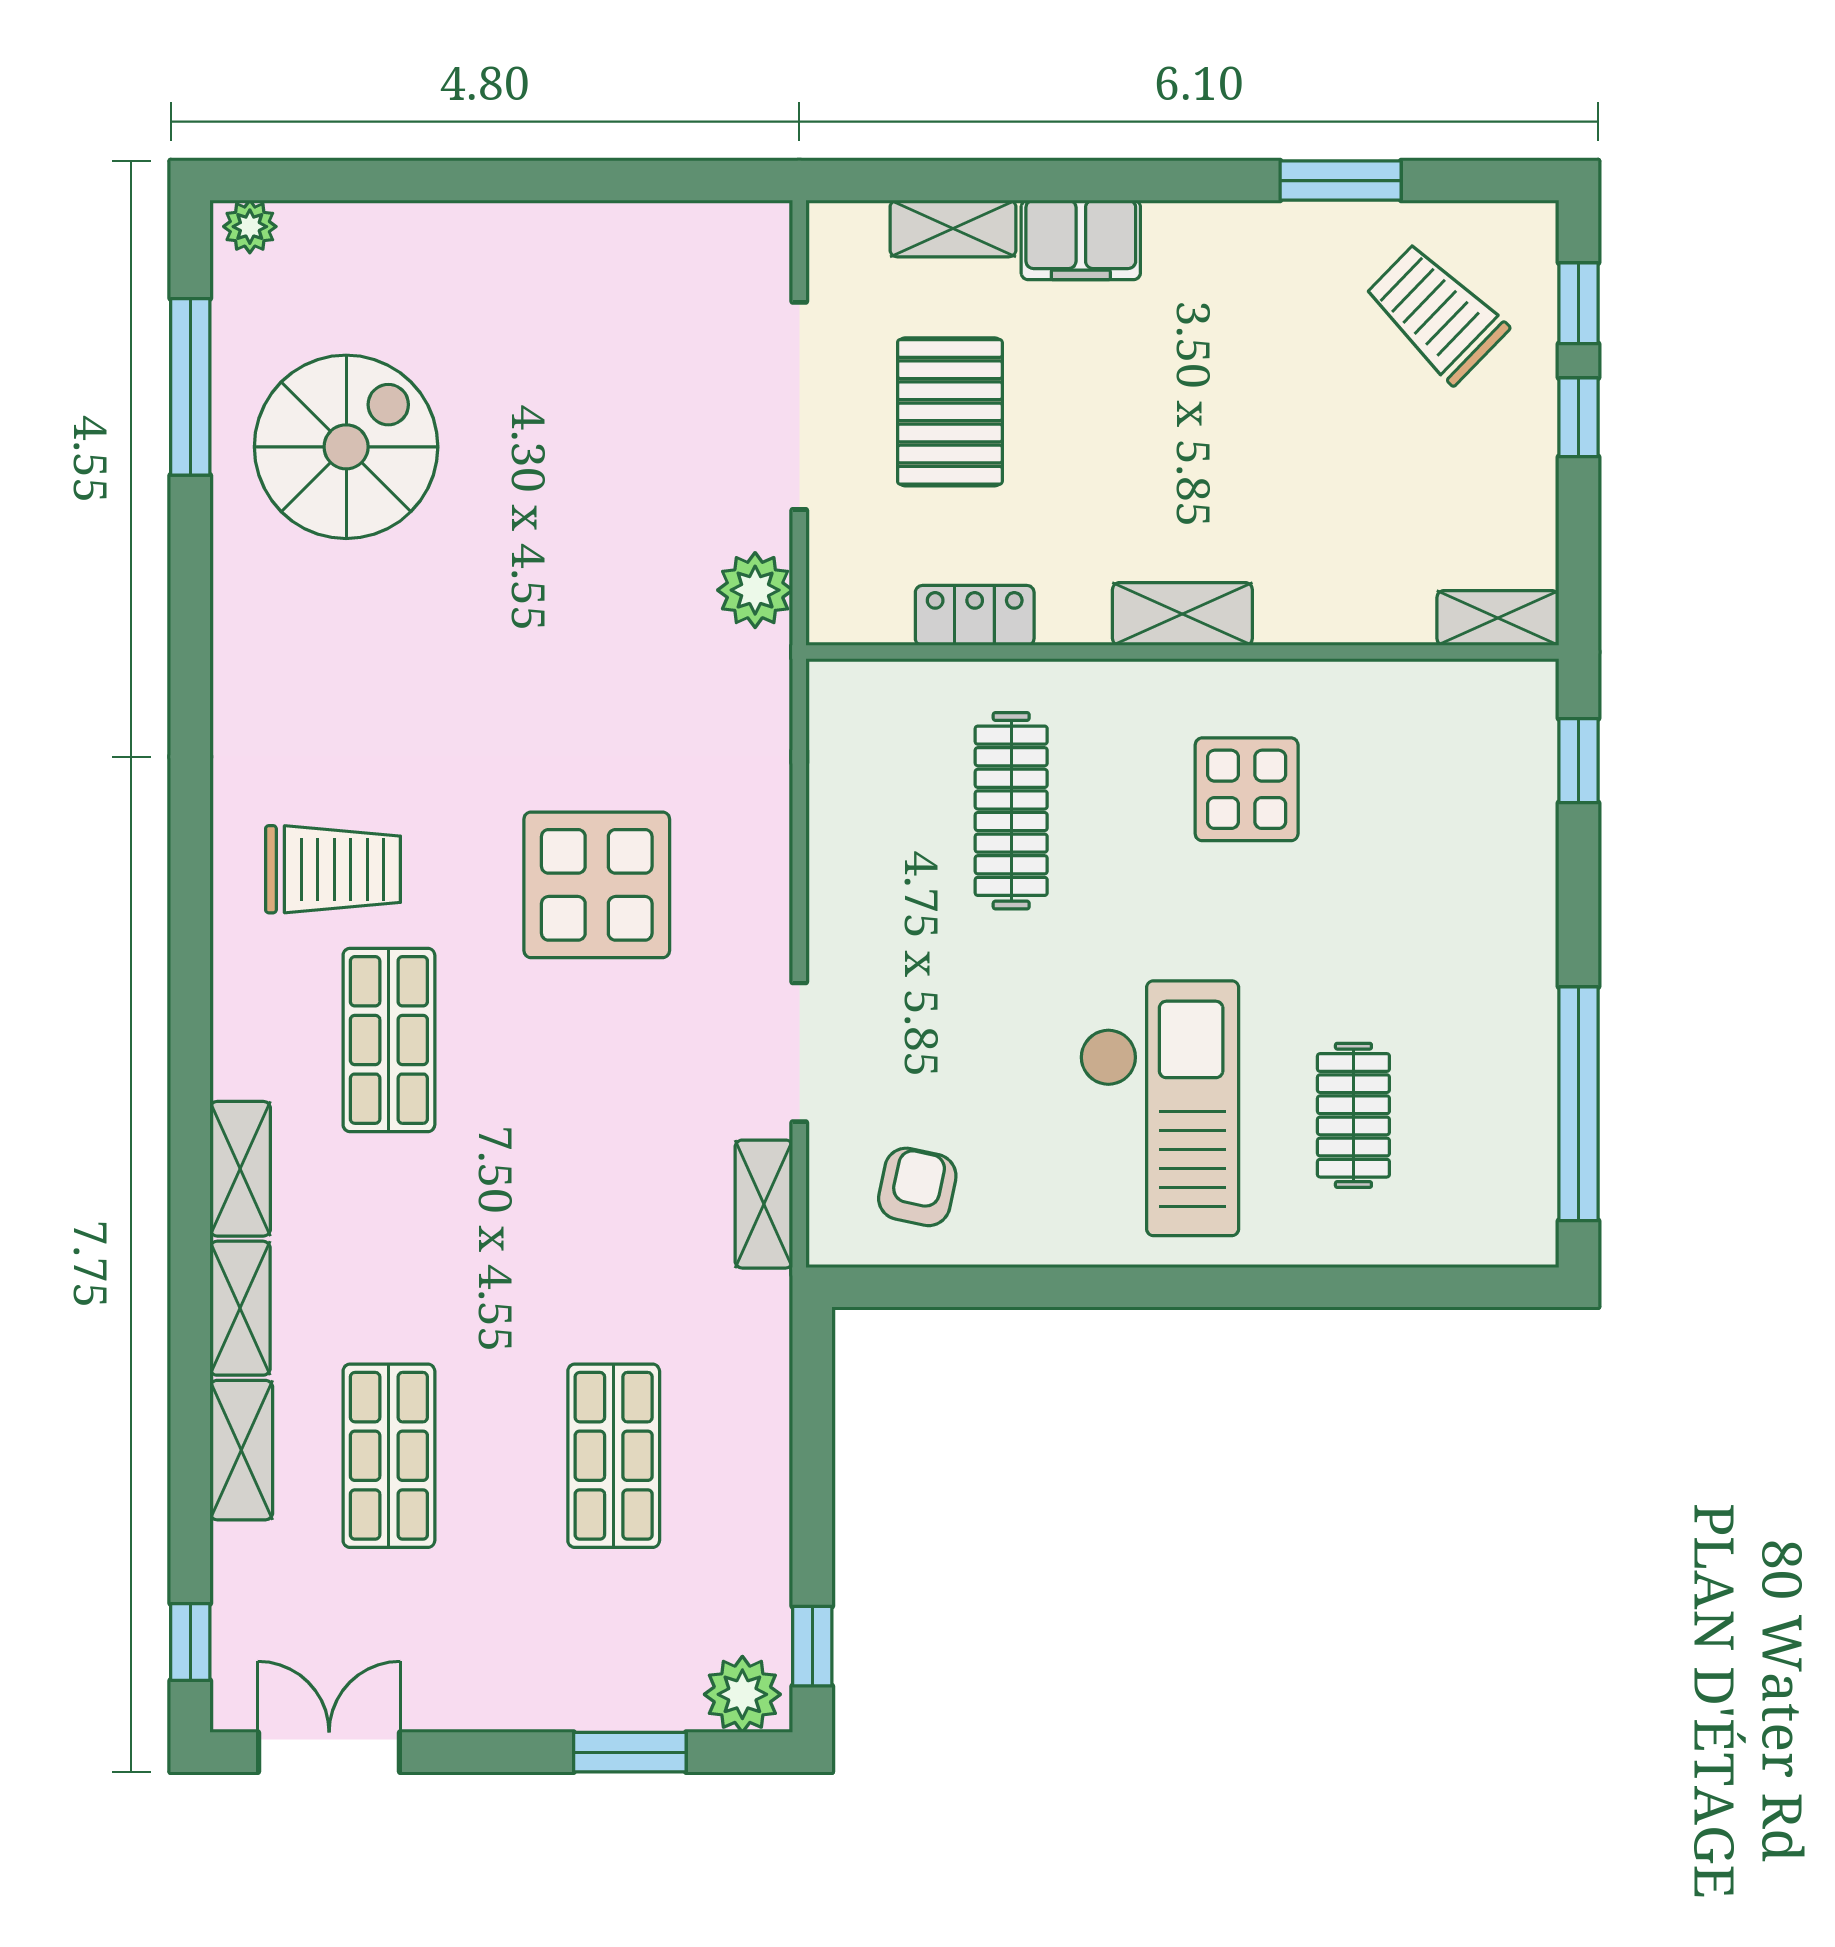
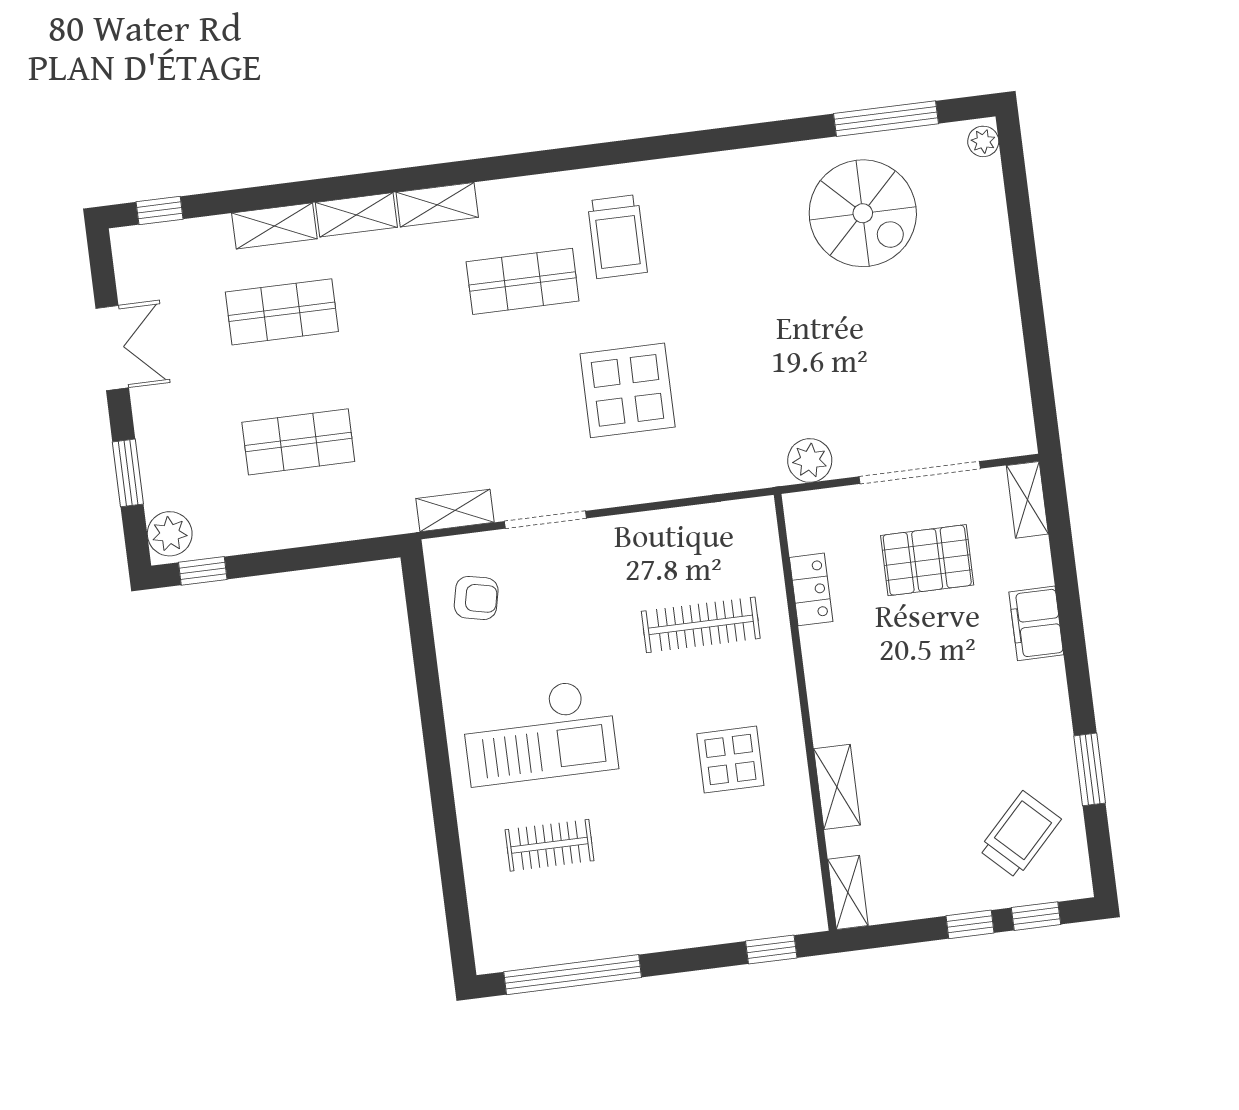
shelving: (953, 228) -> (1027, 500), moved
shelving: (1182, 614) -> (837, 787), moved
double door: (329, 1752) -> (112, 348), moved

